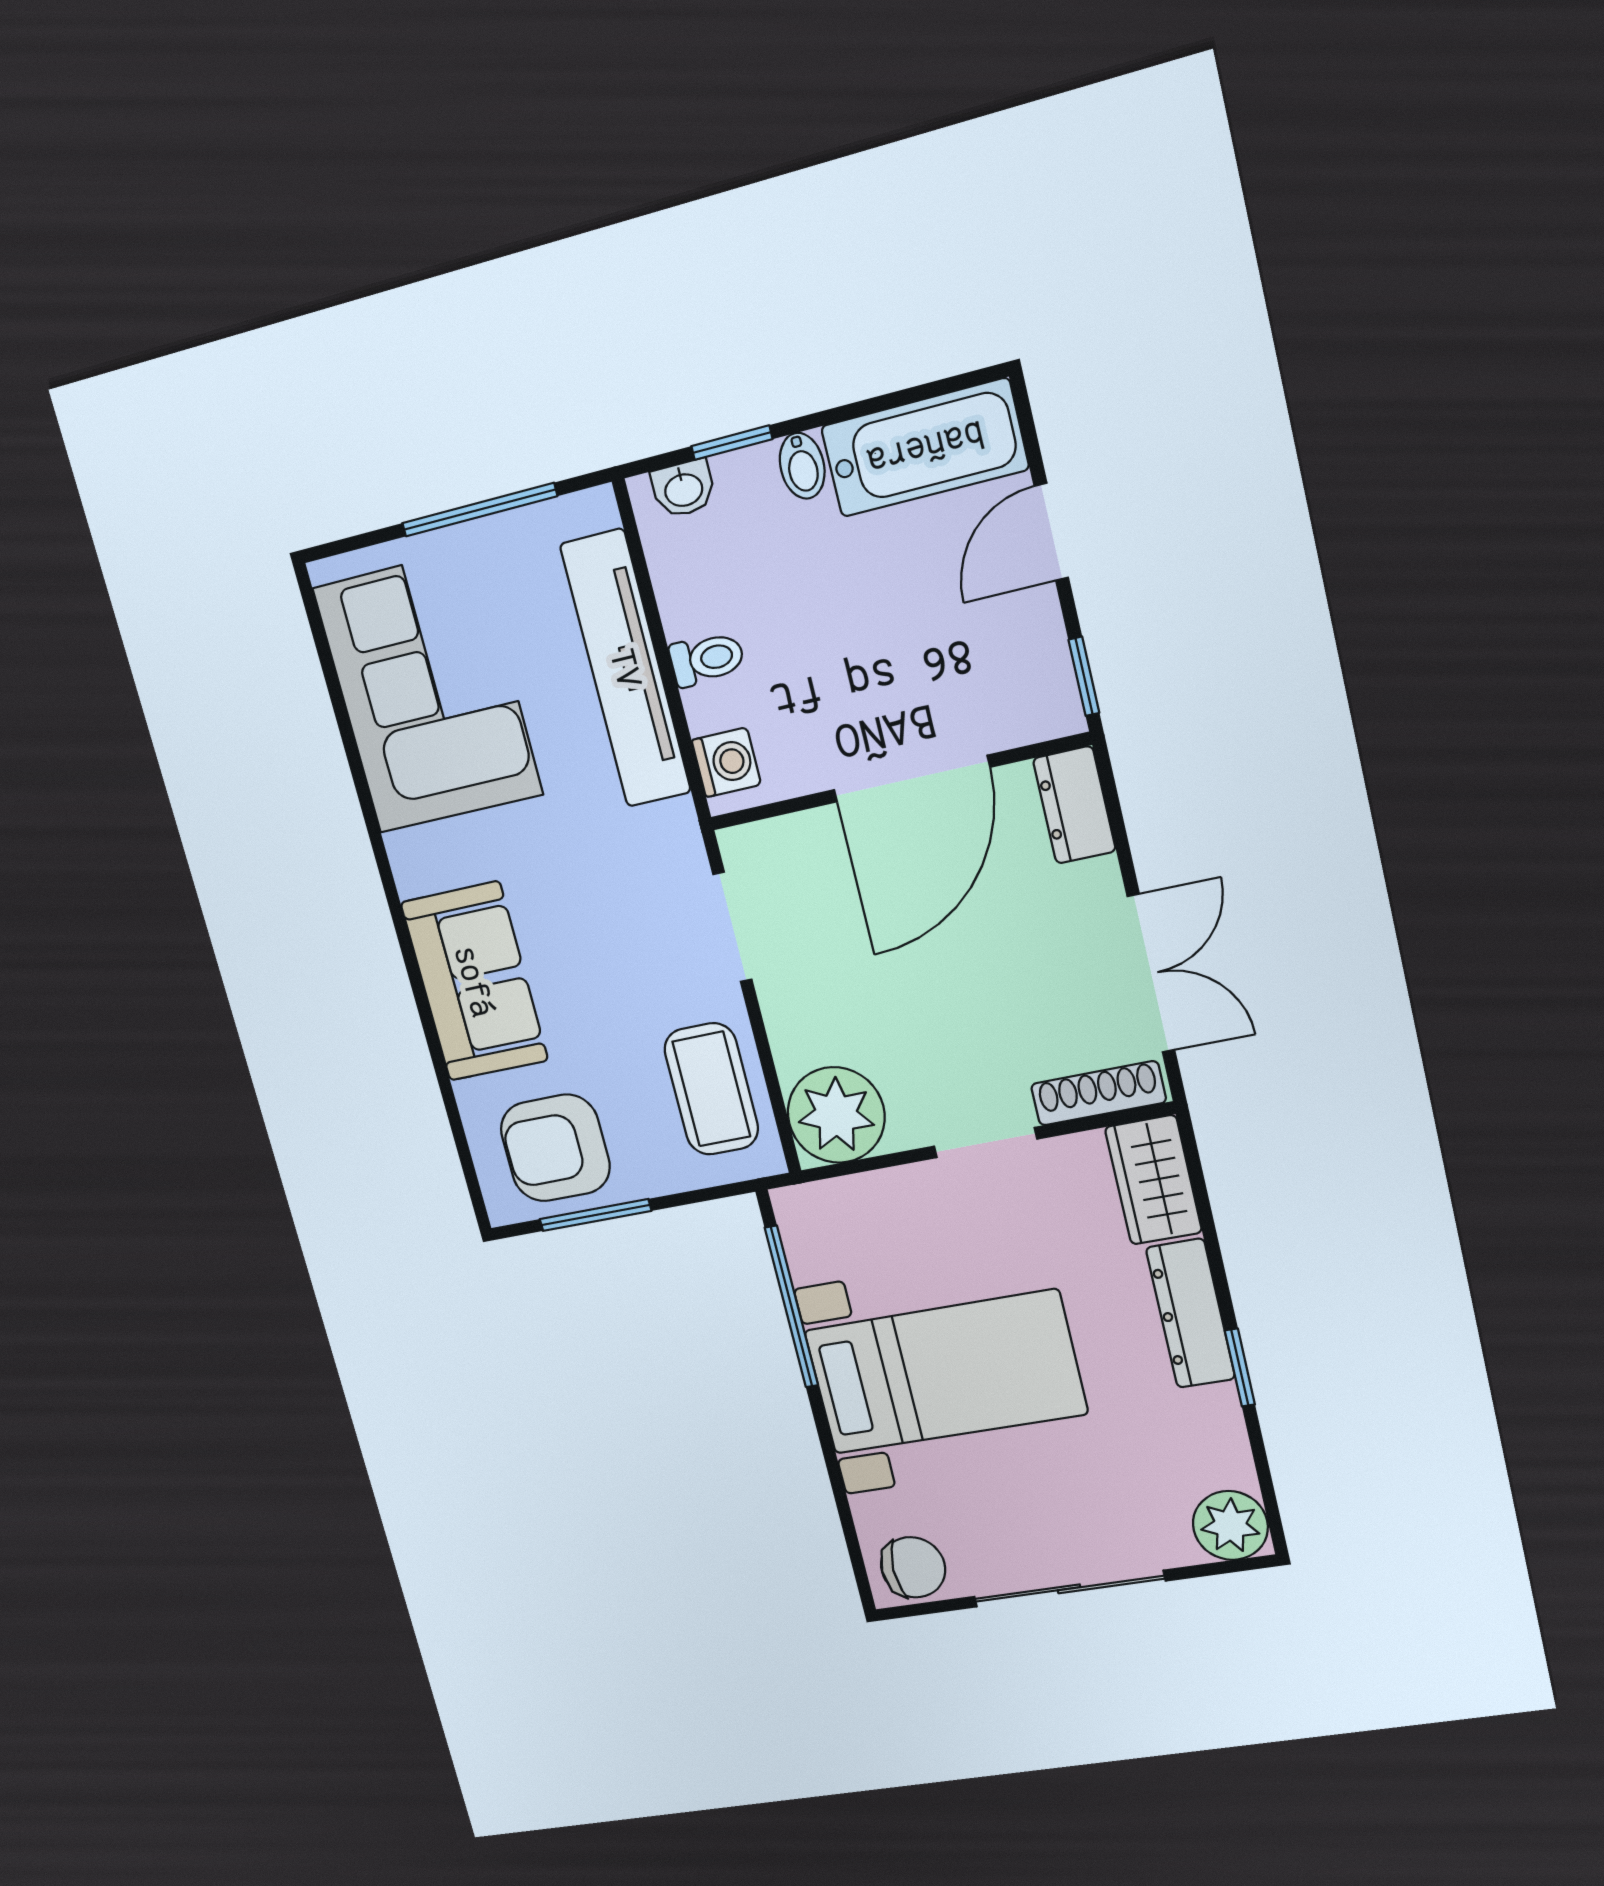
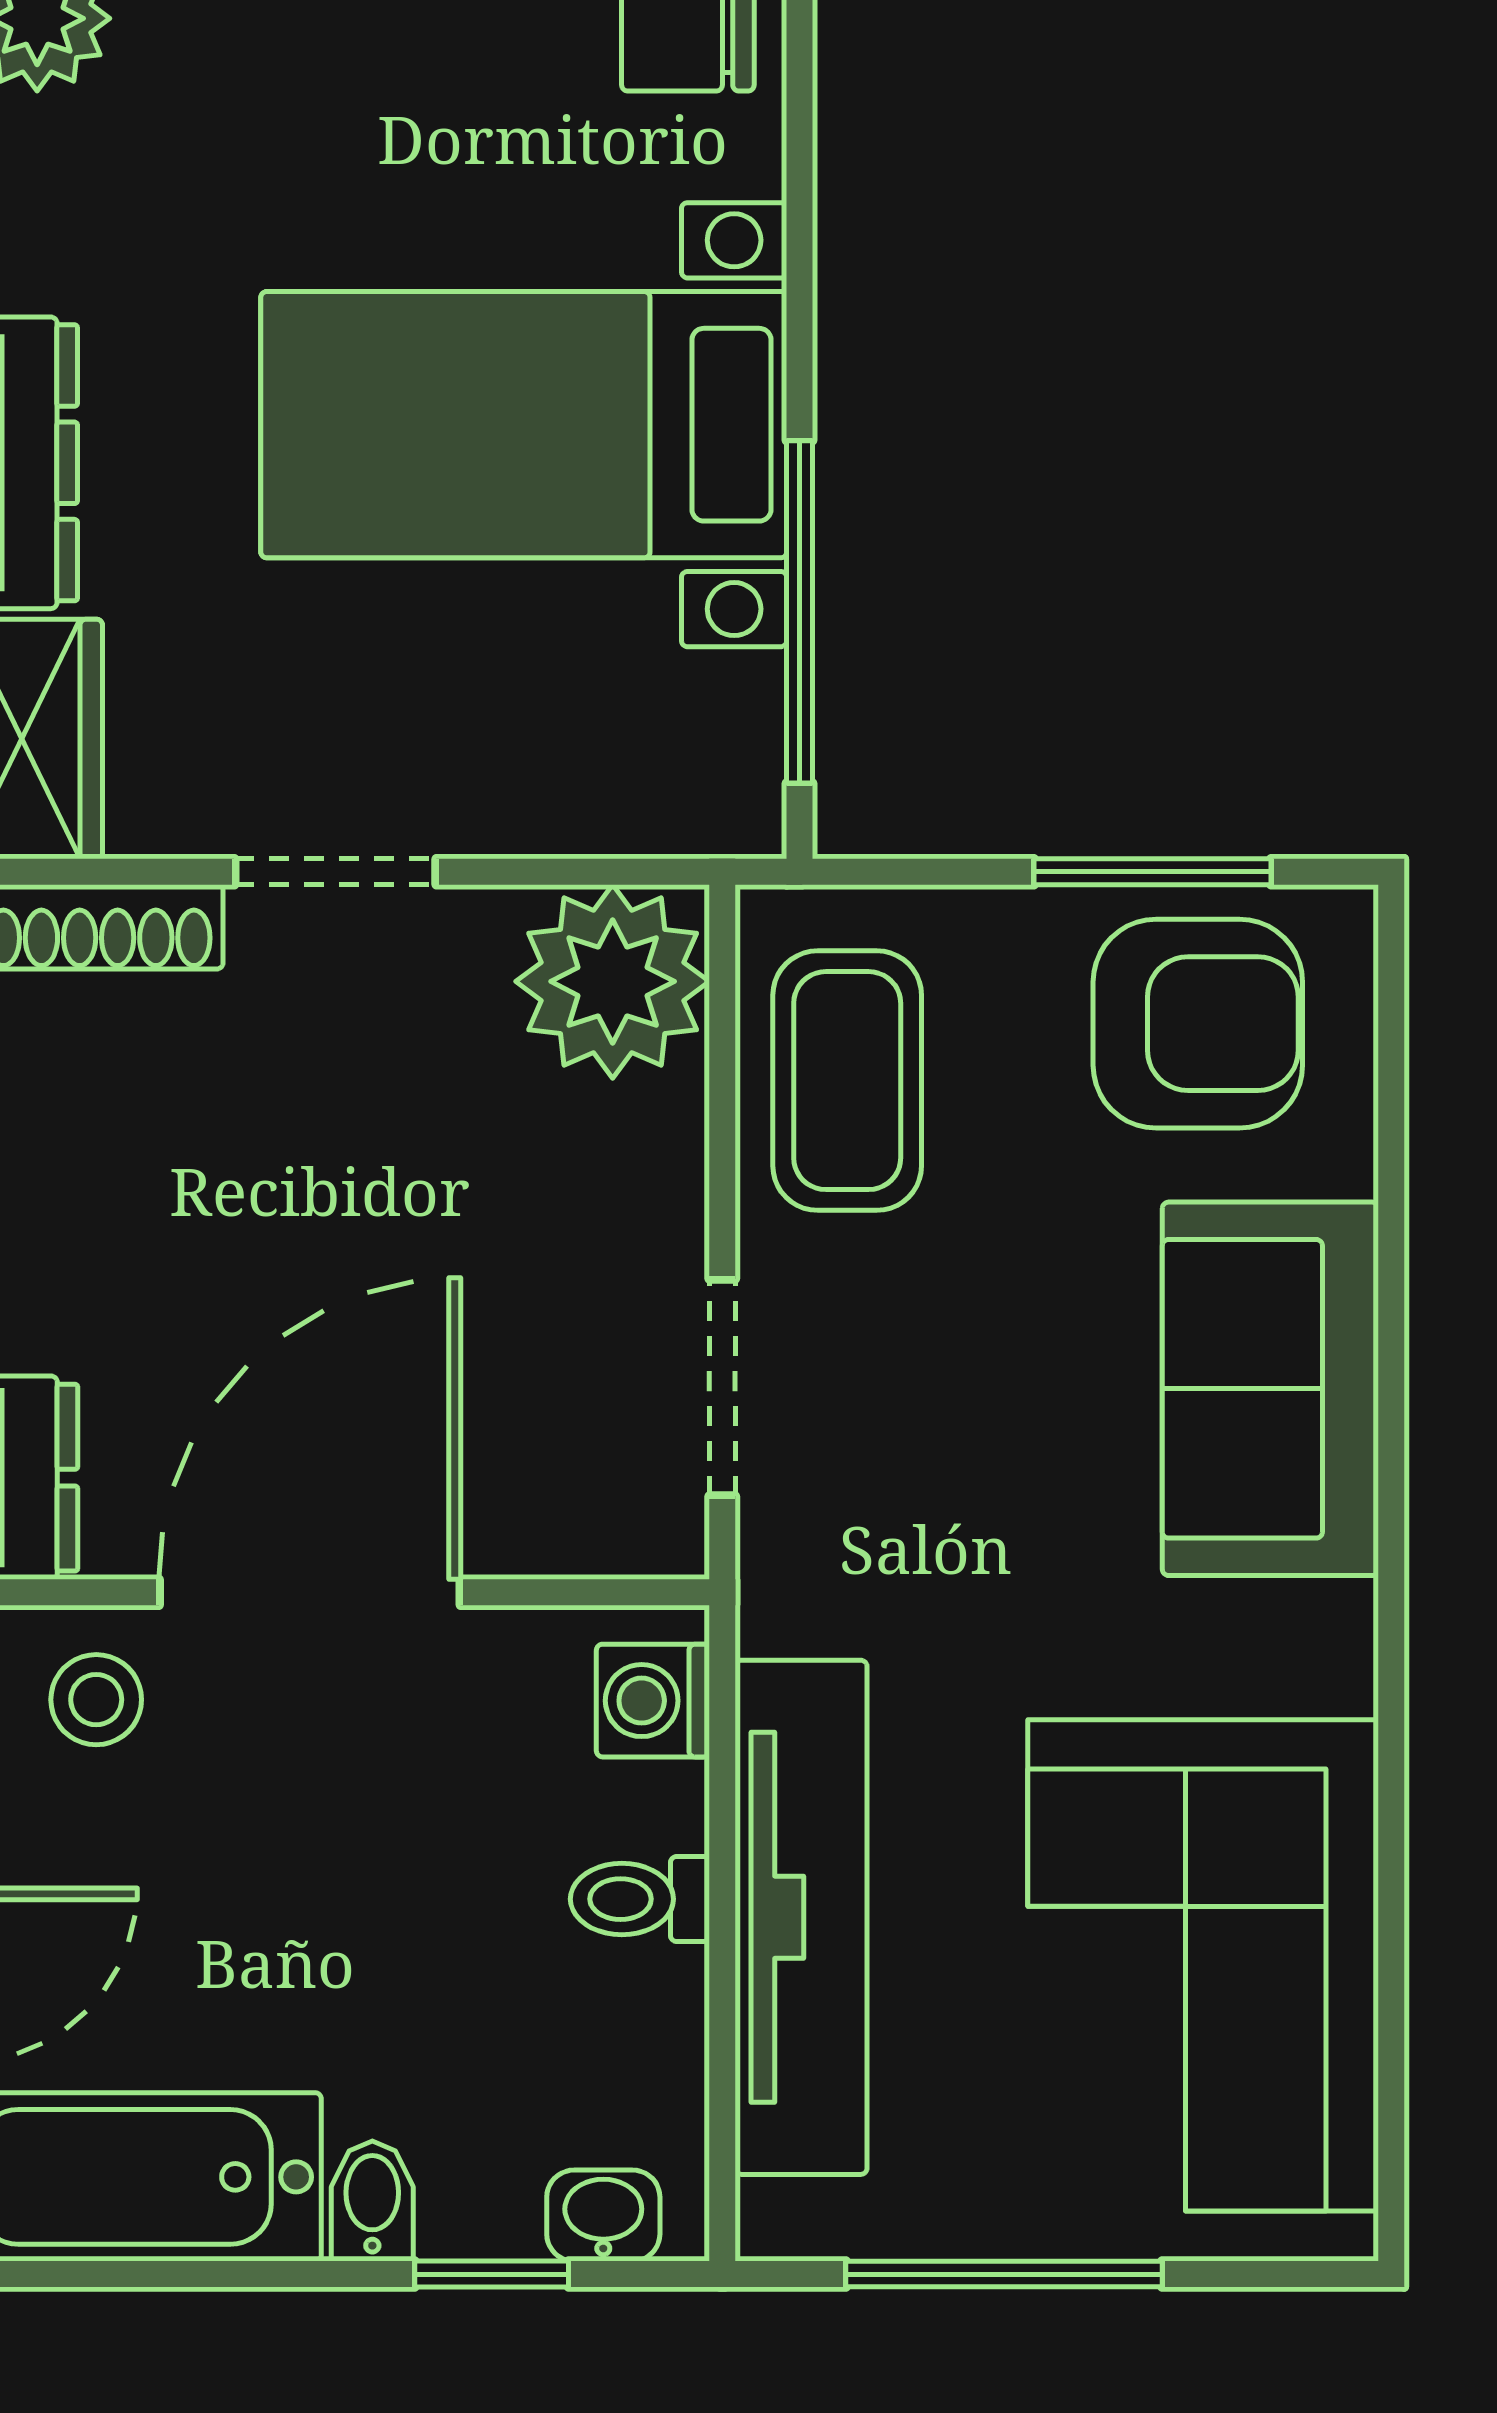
stool: (1008, 698) -> (96, 1700), added

